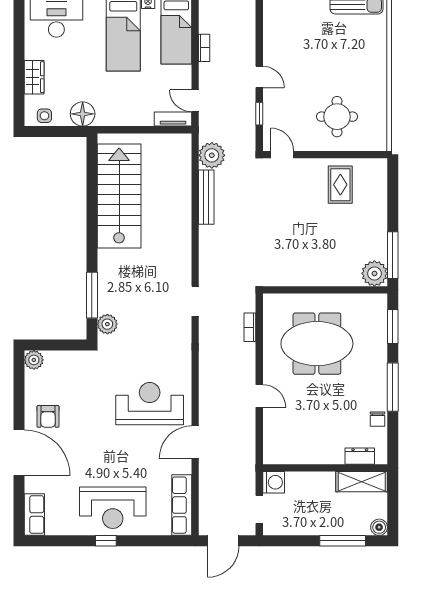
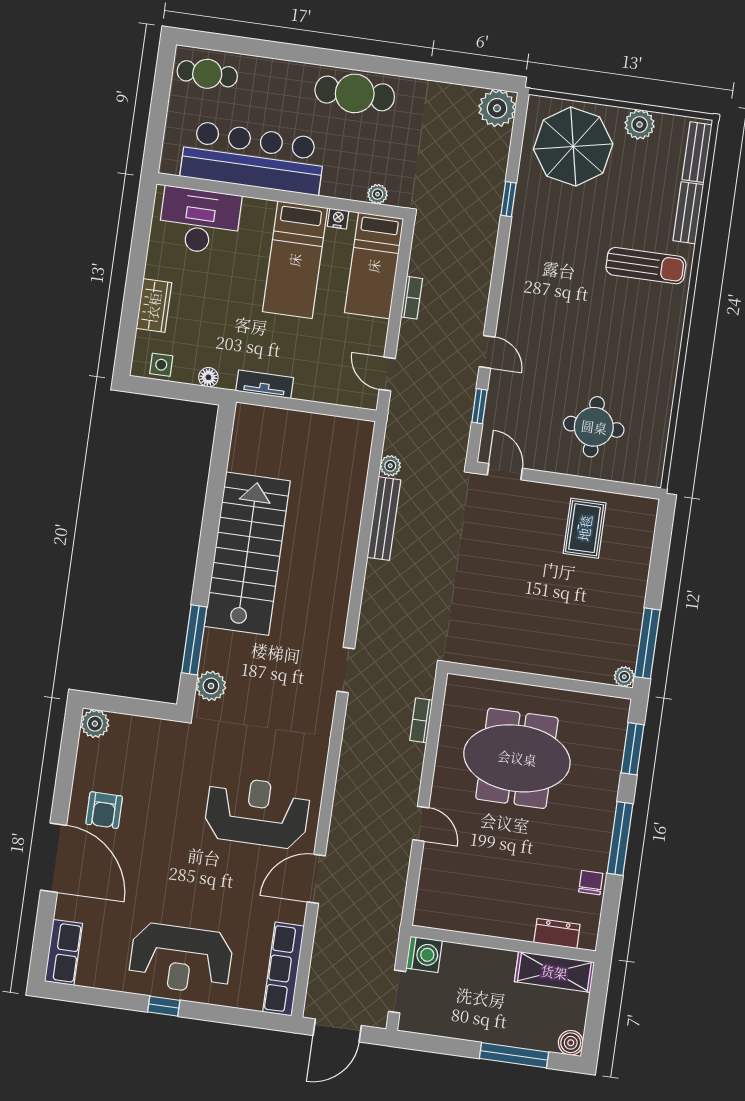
floor lamp: (83, 114) -> (208, 377), width x0.53, depth x0.53
tv unit: (173, 119) -> (265, 384), moved
plant: (212, 155) -> (390, 466), width x0.53, depth x0.53
stairs: (119, 196) -> (247, 554), moved
plant: (374, 273) -> (624, 677), width x0.53, depth x0.53
chair: (377, 419) -> (591, 883), turned 180

